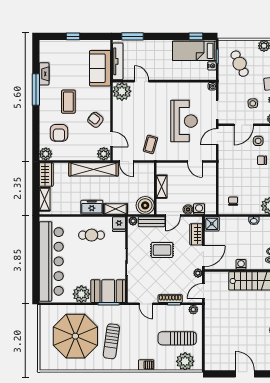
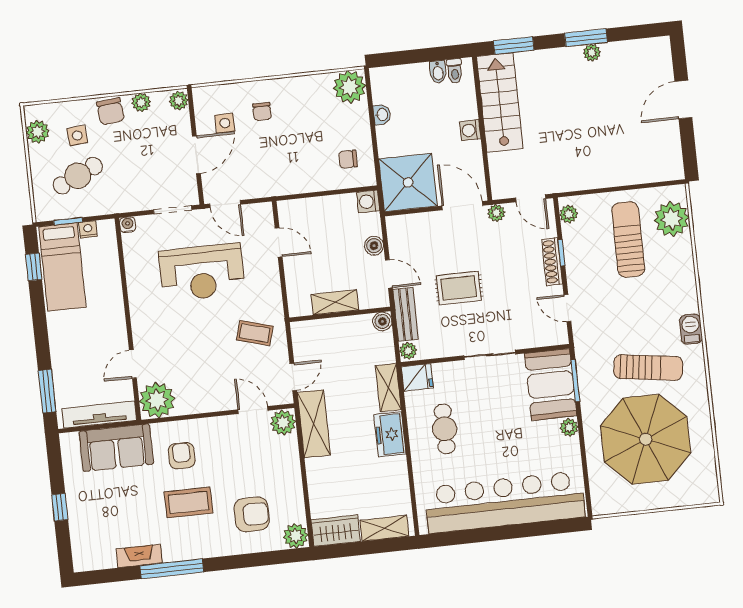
side table: (253, 103) -> (77, 136), moved
armchair: (95, 120) -> (182, 456), moved, turned 141
reception desk: (184, 121) -> (202, 272), turned 180
door: (244, 125) -> (196, 155), hinge flipped
door: (112, 139) -> (253, 410), hinge flipped
door: (195, 161) -> (279, 243), hinge flipped
shelving: (93, 169) -> (314, 424), width x0.68
boiler: (145, 205) -> (382, 321), width x0.54, depth x0.54
washing machine: (199, 209) -> (368, 202), moved
shower: (212, 224) -> (408, 182), width x1.86, depth x1.86
wardrobe: (196, 234) -> (421, 225), removed
rug: (162, 250) -> (459, 288), turned 90
plant: (81, 294) -> (569, 427), width x0.53, depth x0.53
door: (146, 304) -> (567, 308), swing flipped
sun lounger: (177, 338) -> (628, 239), turned 180
barbecue: (146, 365) -> (691, 329), moved

